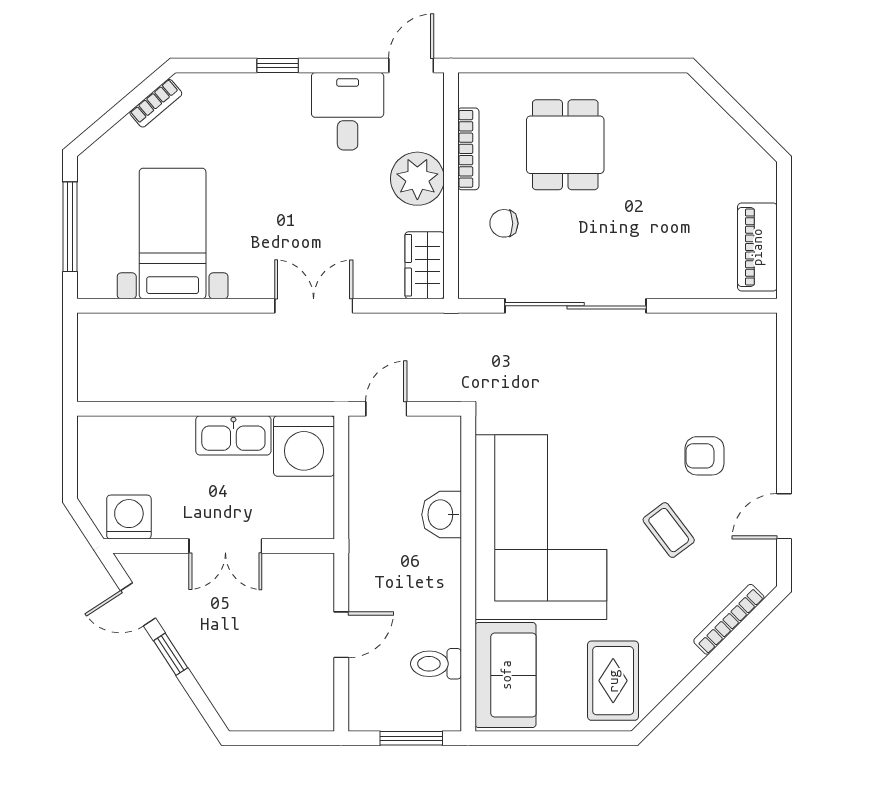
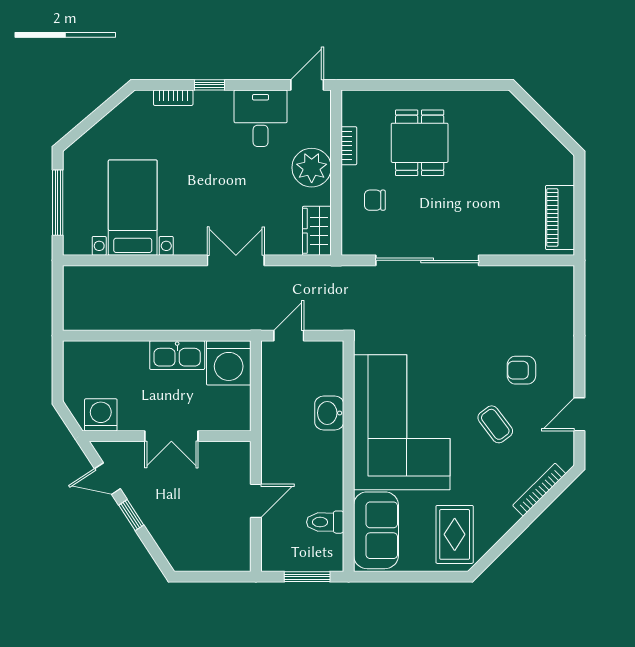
bookcase: (156, 103) -> (173, 98), moved, turned 40
bookcase: (468, 149) -> (349, 146), width x0.64

